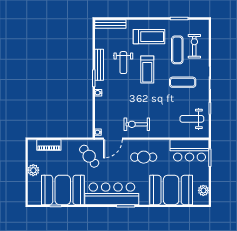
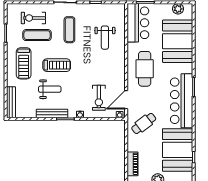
treadmill: (149, 37) -> (24, 63), turned 180
weight bench: (192, 119) -> (105, 38), moved
exercise bike: (137, 124) -> (99, 98), moved
door: (113, 139) -> (126, 100), swing flipped
cafe table: (144, 157) -> (145, 69), width x1.37, depth x1.35

